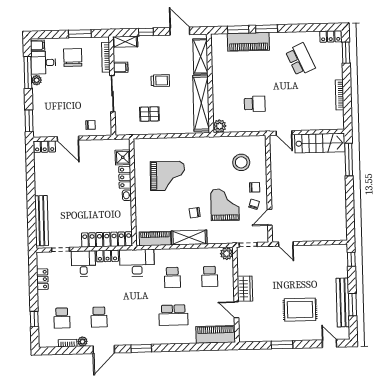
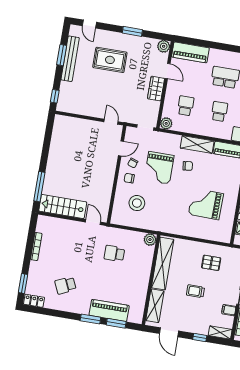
school desk: (300, 60) -> (65, 285), width x0.54
plant: (246, 335) -> (164, 46), added

